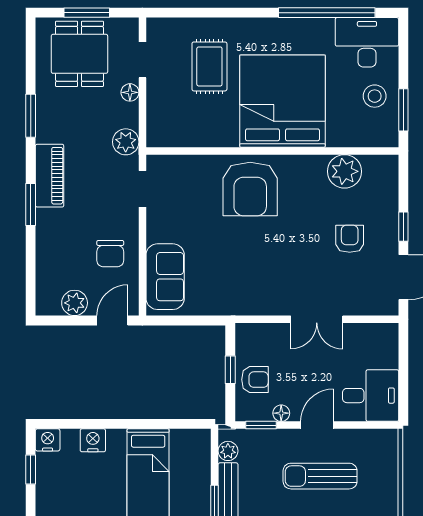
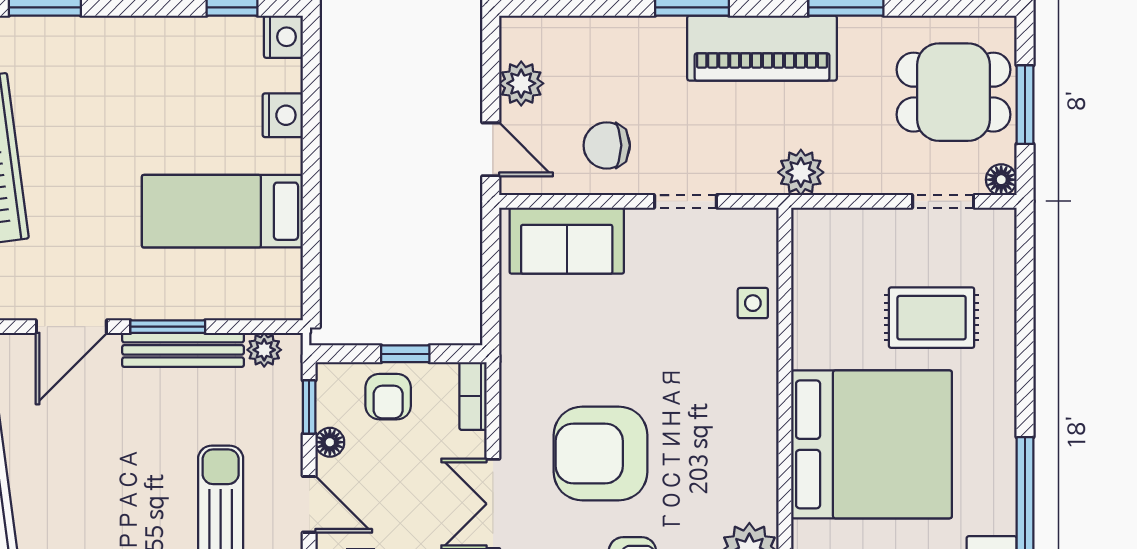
floor lamp: (130, 92) -> (1001, 180), moved
side table: (201, 169) -> (753, 303), added
piano: (50, 176) -> (762, 48), width x1.37, depth x1.33
doorway: (142, 189) -> (685, 201), moved
armchair: (250, 189) -> (600, 453), moved
bookcase: (255, 331) -> (473, 396), added

